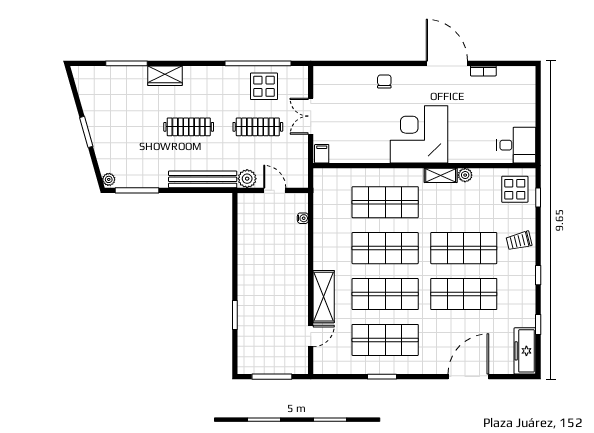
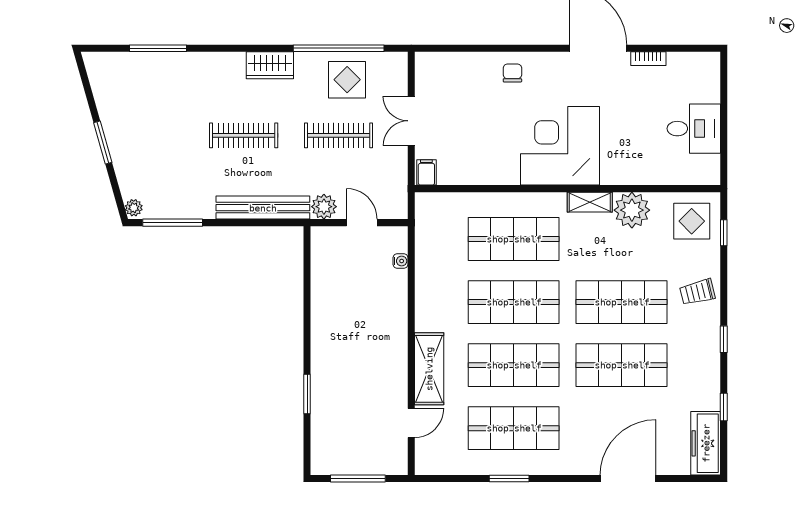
wardrobe: (165, 76) -> (270, 65), moved
desk: (516, 145) -> (694, 129), moved
plant: (465, 175) -> (632, 210), width x1.87, depth x1.87

